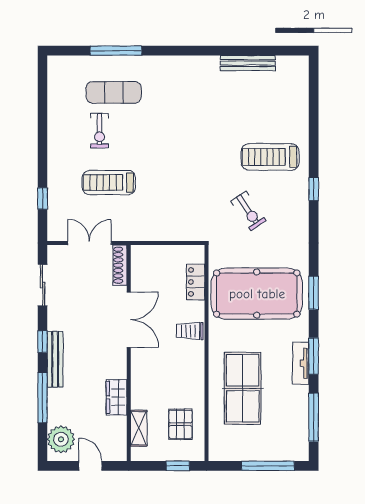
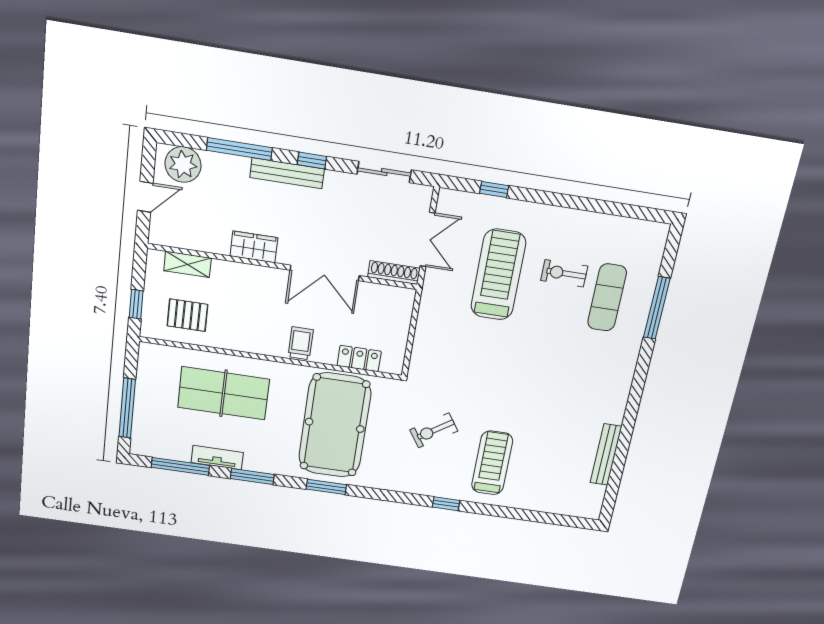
treadmill: (109, 183) -> (498, 275), width x1.37, depth x1.38
tv unit: (301, 363) -> (217, 458), moved
wardrobe: (117, 397) -> (254, 247), moved

